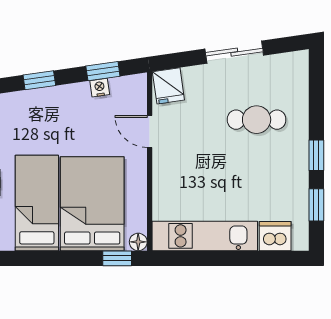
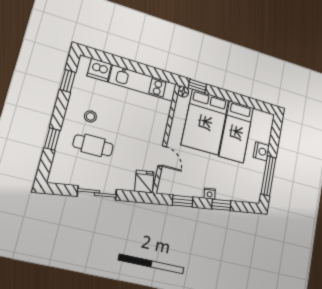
nightstand: (100, 88) -> (210, 194), moved
window: (316, 155) -> (52, 139), moved
stool: (271, 161) -> (90, 116), added

